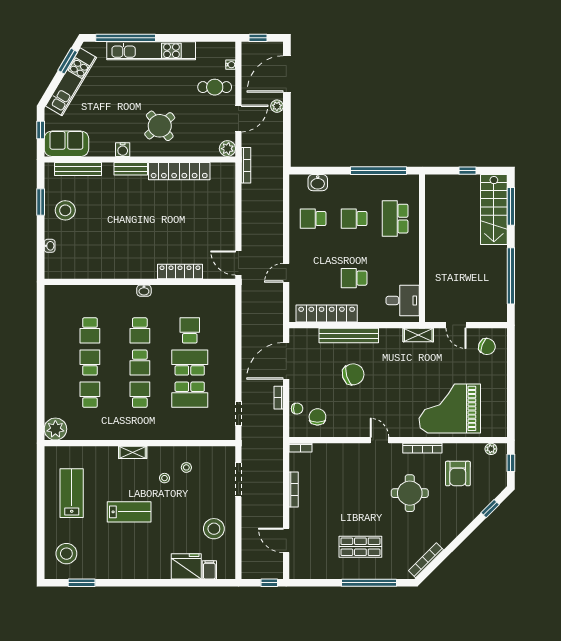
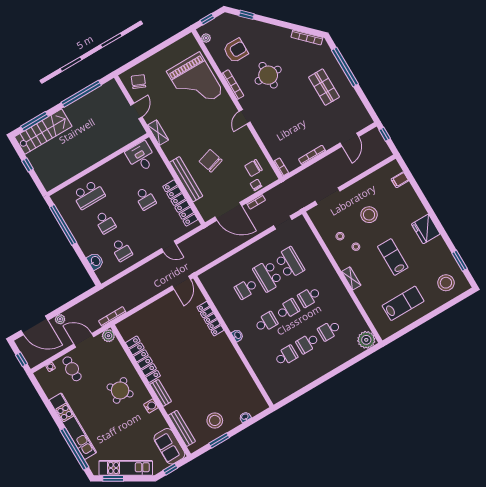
lab bench: (72, 493) -> (403, 303), turned 180
stool: (214, 529) -> (369, 215), moved
fridge: (186, 566) -> (426, 229), moved

